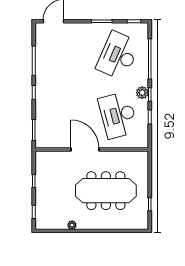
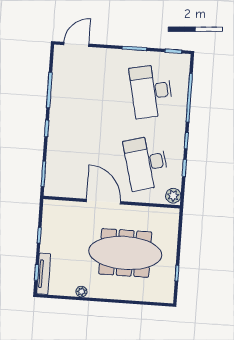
desk: (118, 56) -> (151, 91), turned -36
plant: (142, 93) -> (173, 196), moved
tv unit: (40, 213) -> (44, 274), added

